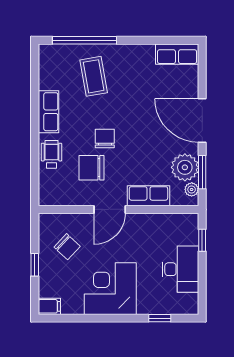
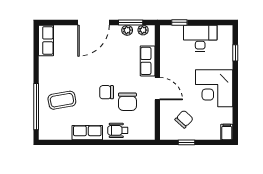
plant: (185, 167) -> (127, 30), width x0.53, depth x0.53
window: (35, 265) -> (187, 142), moved

